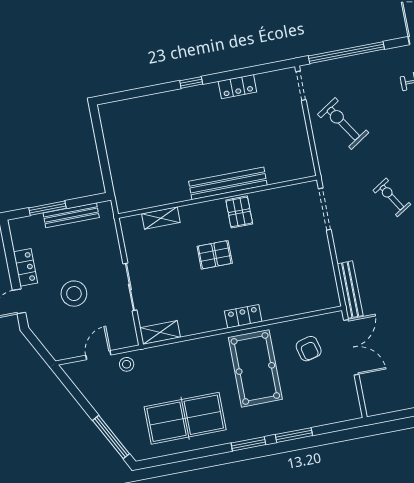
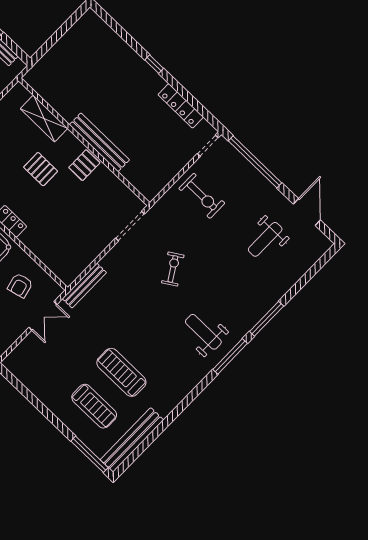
locker: (237, 87) -> (181, 106), width x1.53
exercise bike: (343, 124) -> (202, 196), turned 123
shelving: (161, 218) -> (44, 118), width x1.50, depth x1.33
double door: (351, 347) -> (43, 316), width x0.73

